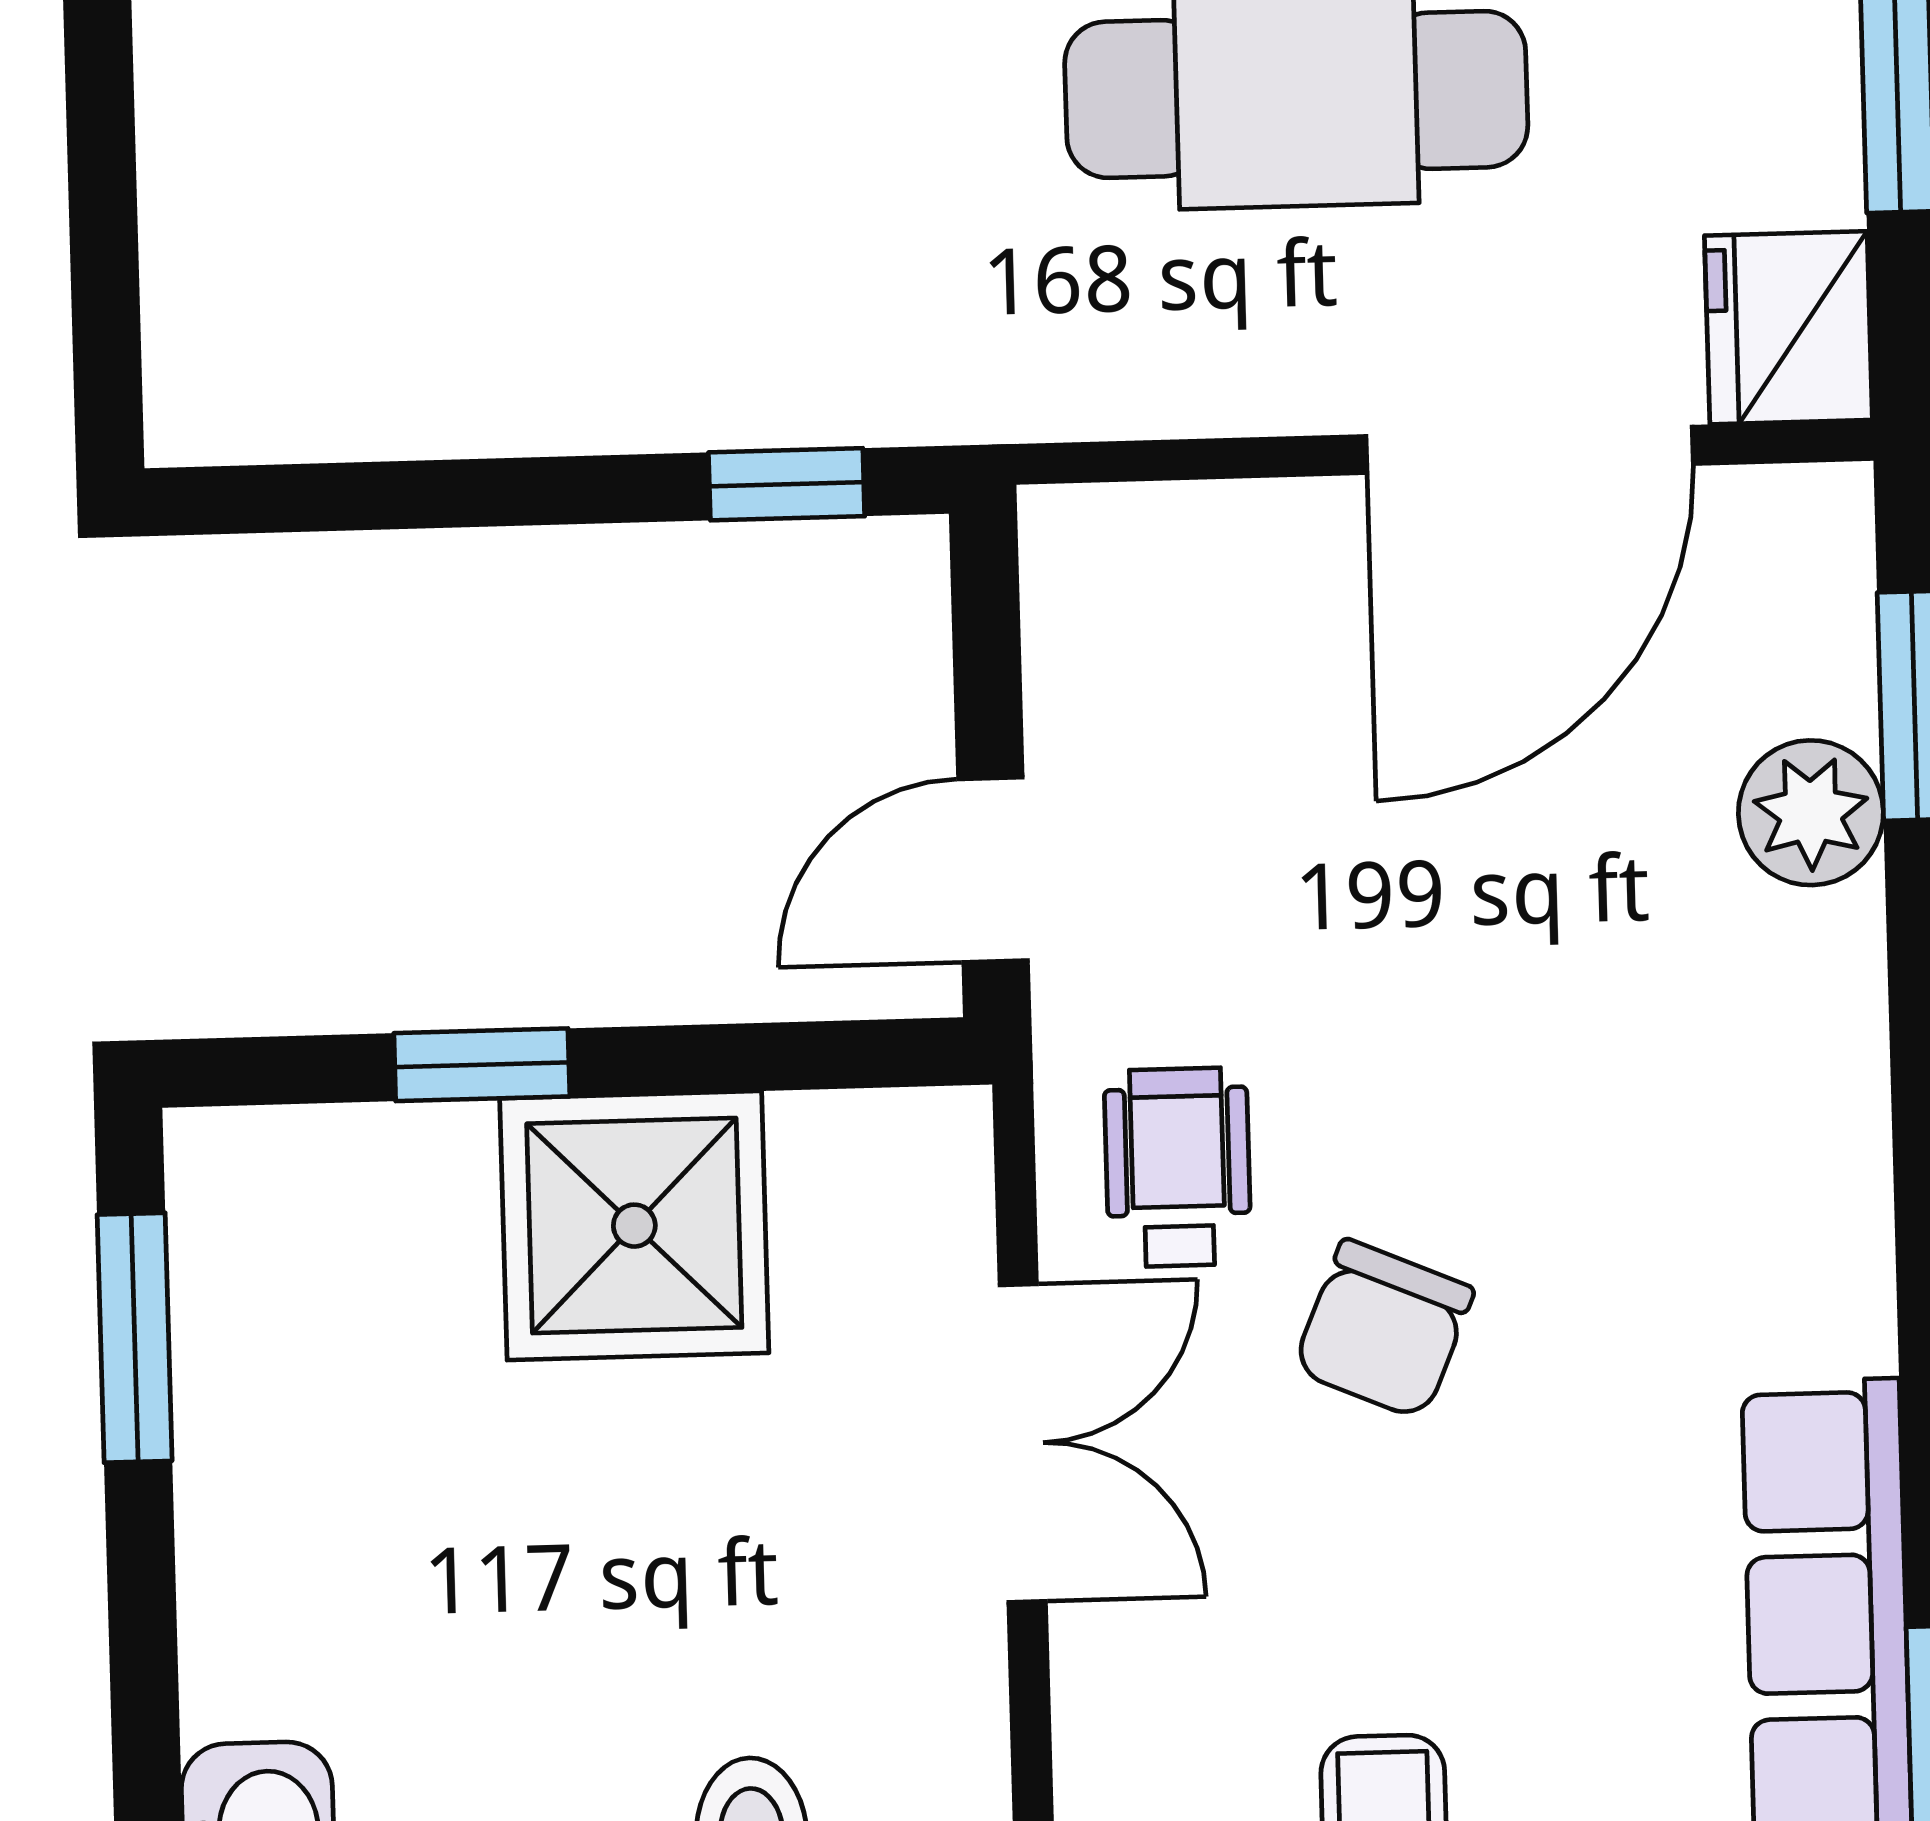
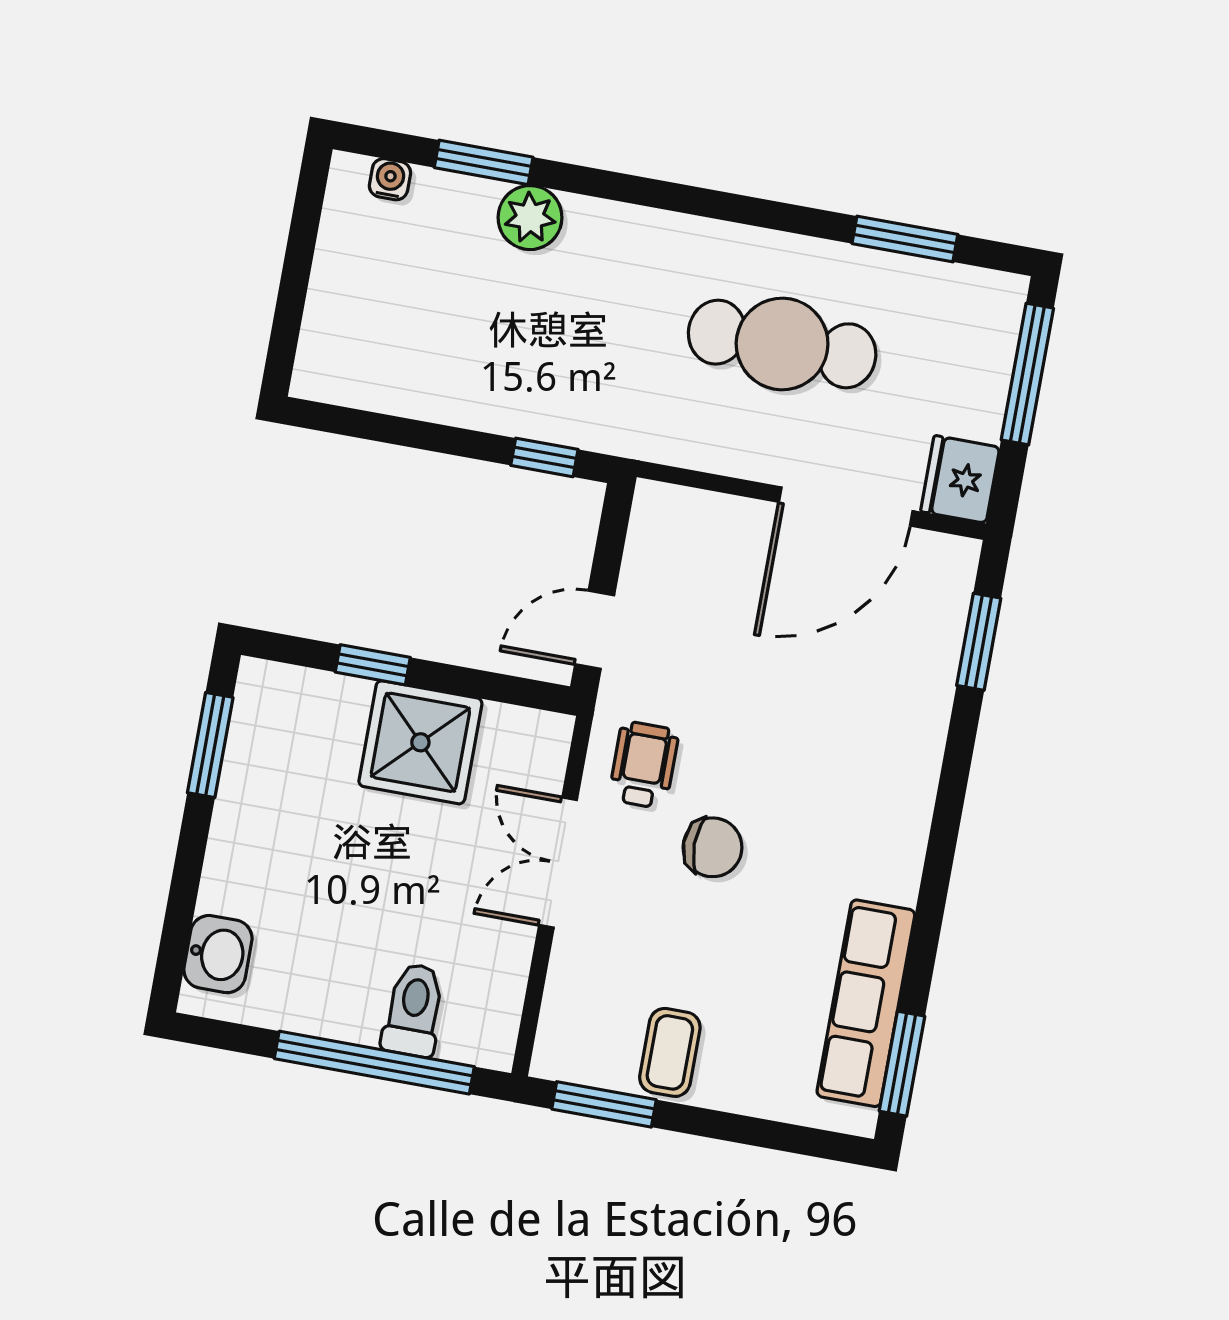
plant: (1811, 813) -> (928, 676), removed
chair: (1383, 1329) -> (713, 847), turned -113
double door: (1023, 1443) -> (558, 863), swing flipped

